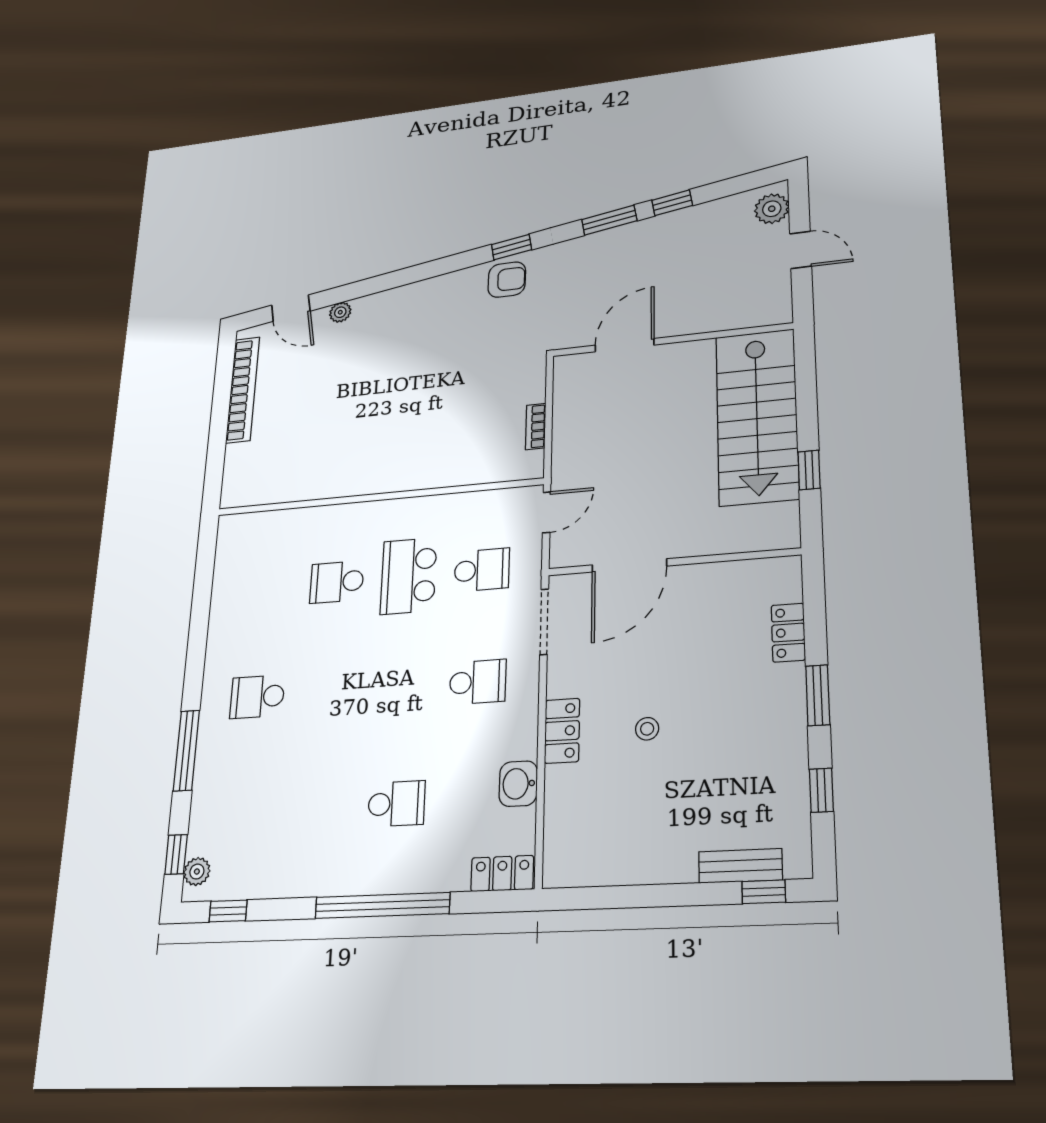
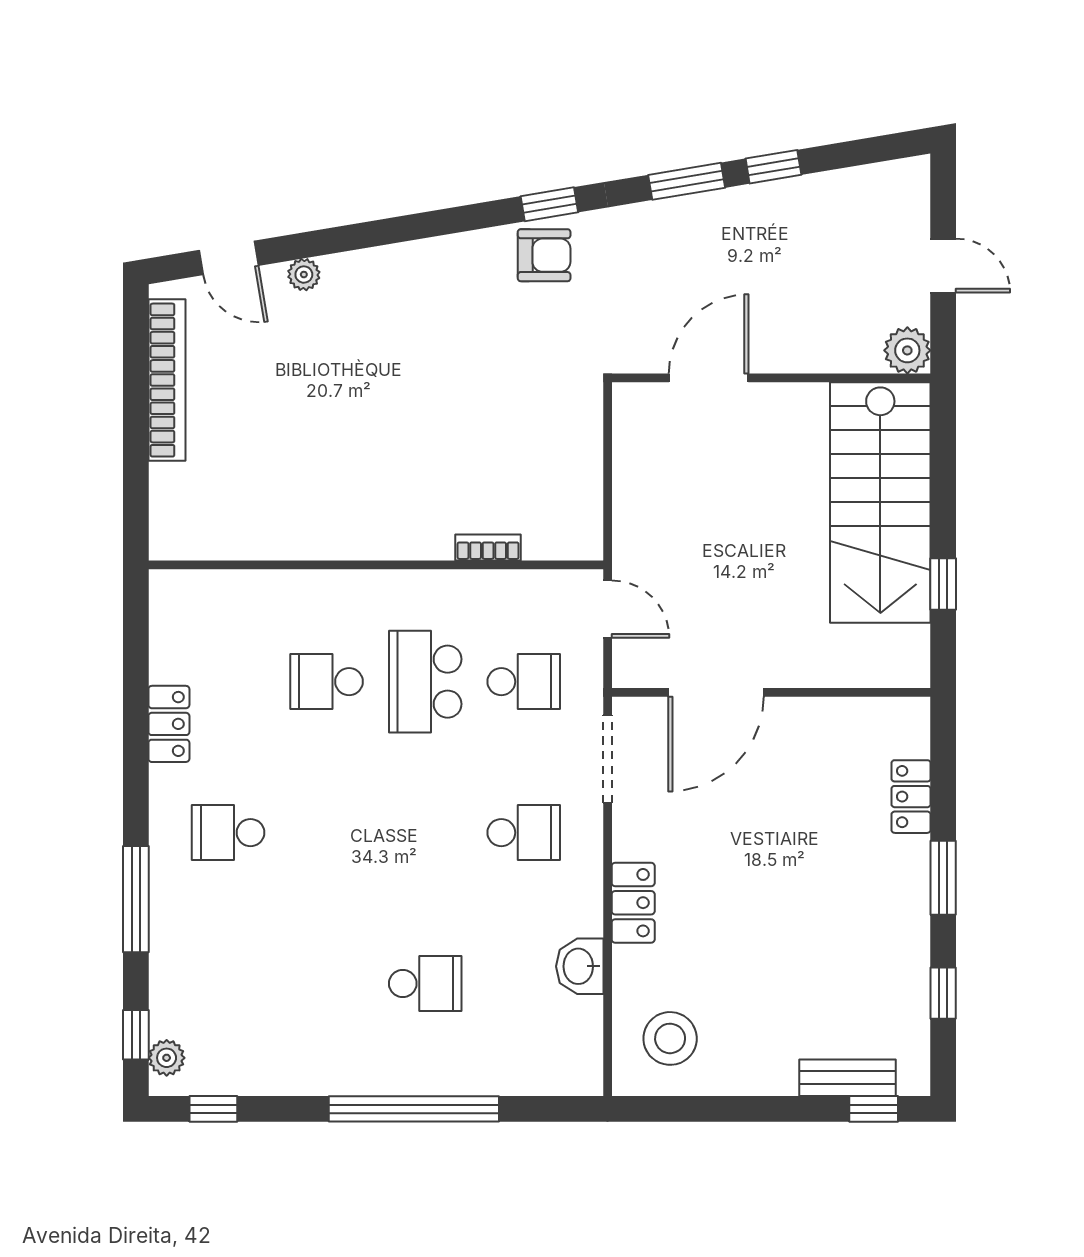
plant: (772, 209) -> (907, 350), moved
bookcase: (536, 427) -> (488, 548), moved, turned 90
door: (547, 512) -> (608, 609), hinge flipped
stool: (647, 729) -> (670, 1038), moved, width x1.89, depth x1.89
locker: (502, 874) -> (169, 724), moved, turned 90

